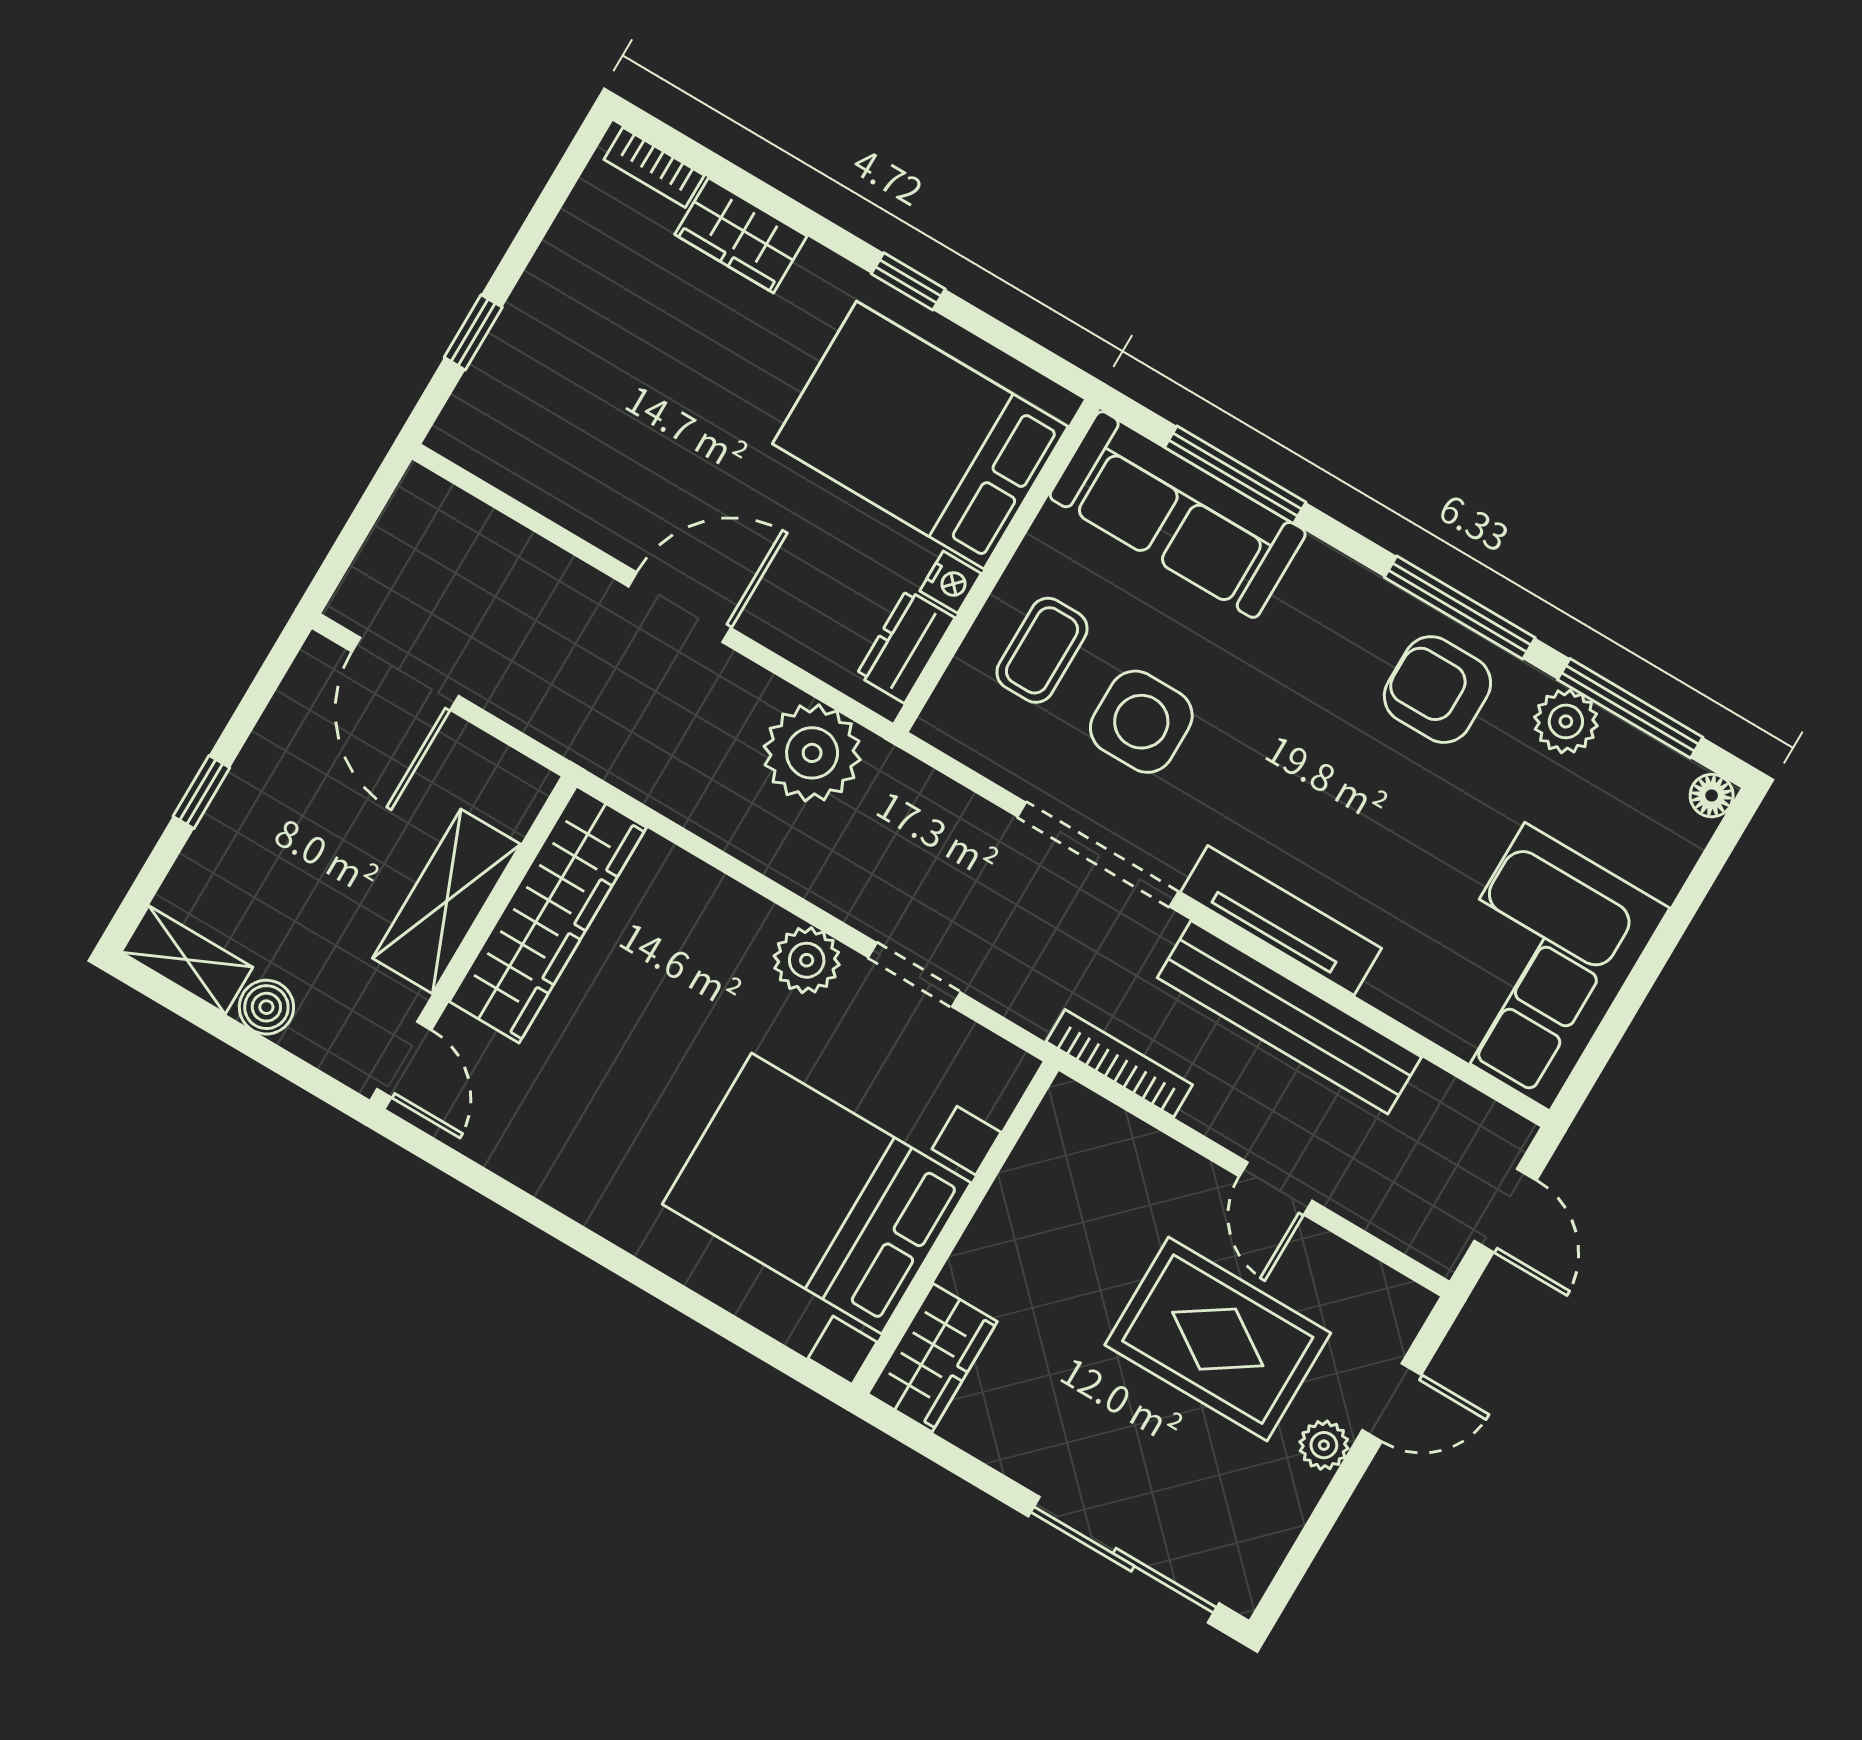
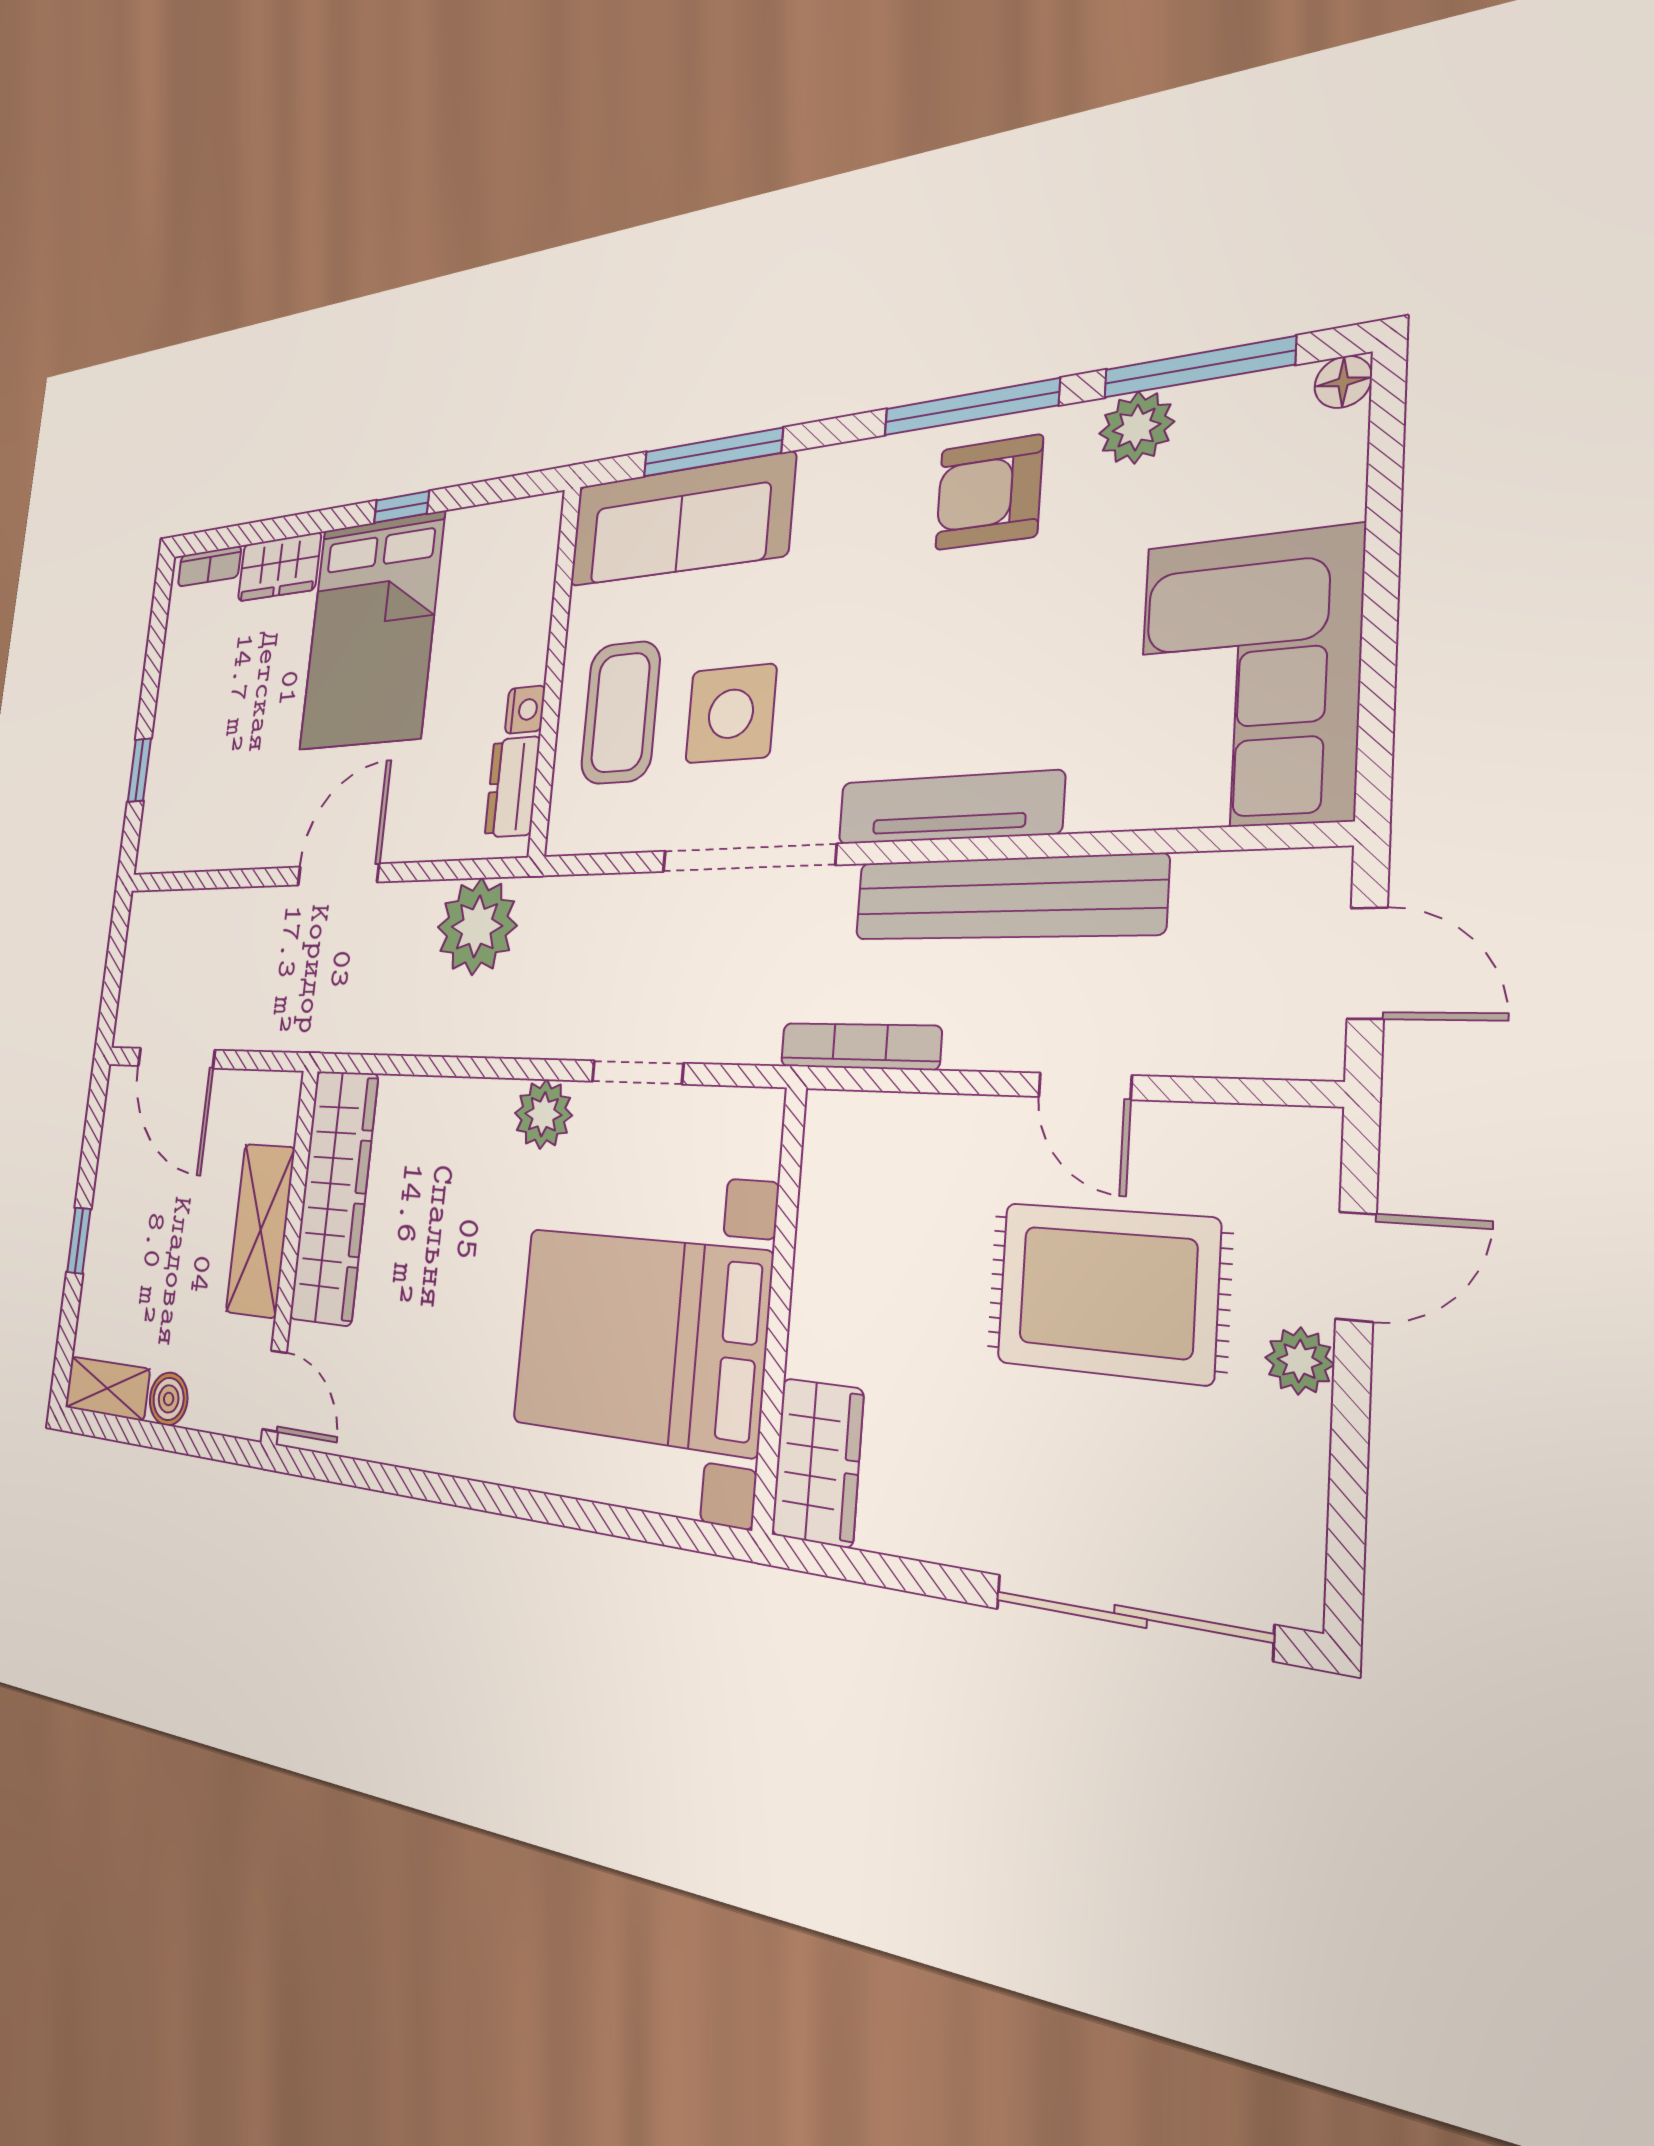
bed: (920, 435) -> (371, 632), moved, turned -90
coffee table: (1042, 650) -> (620, 713), width x1.36, depth x1.30

